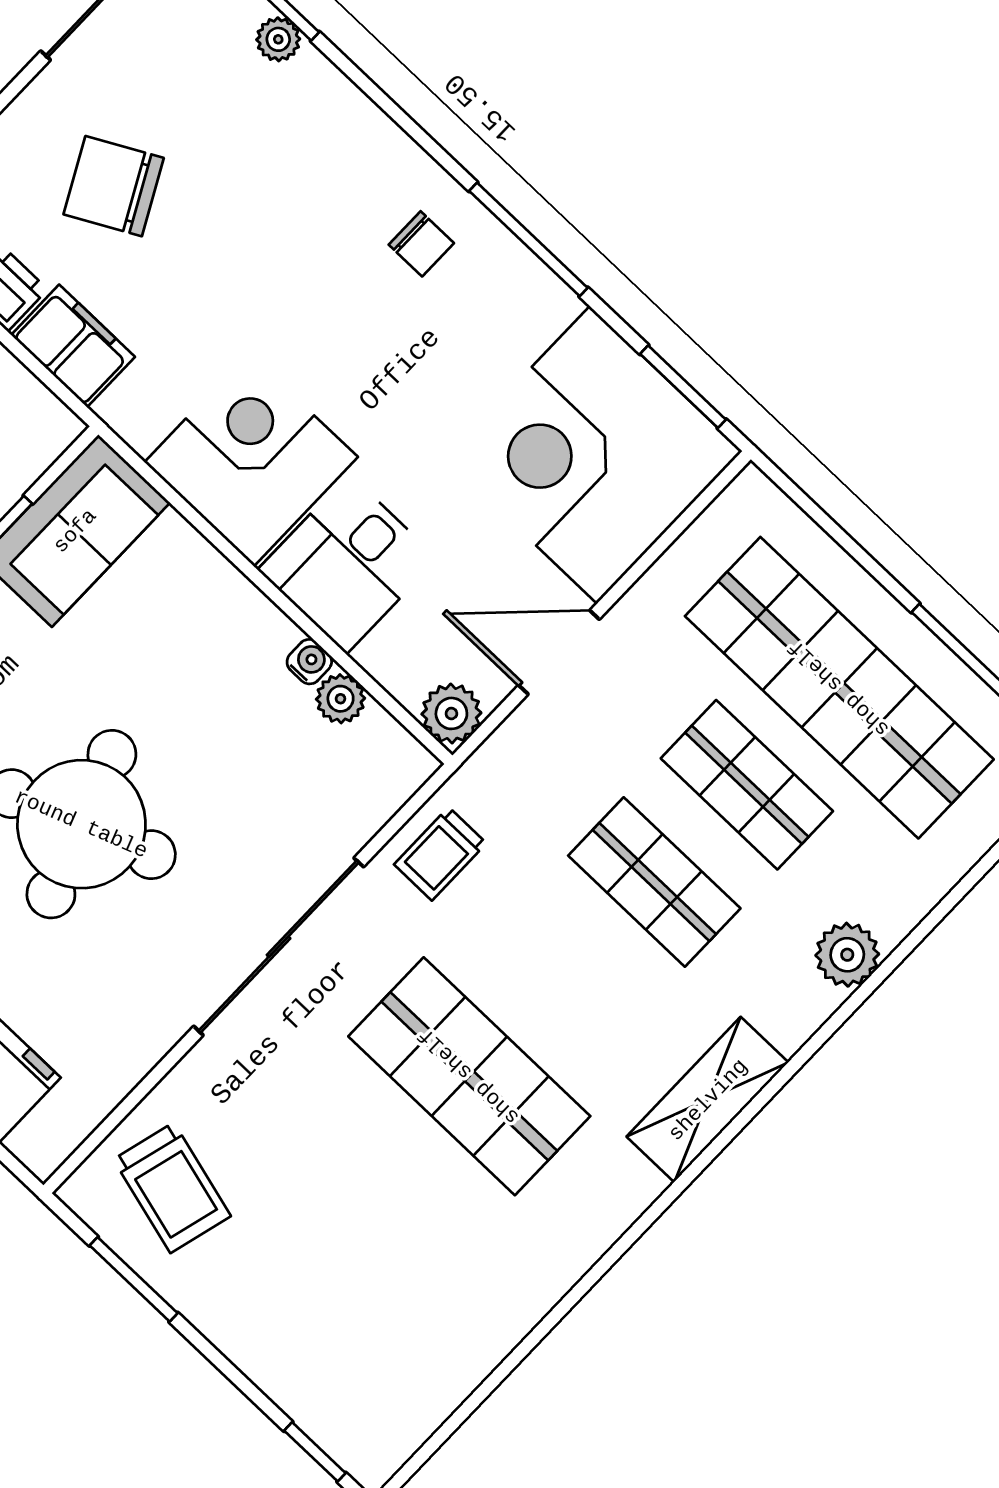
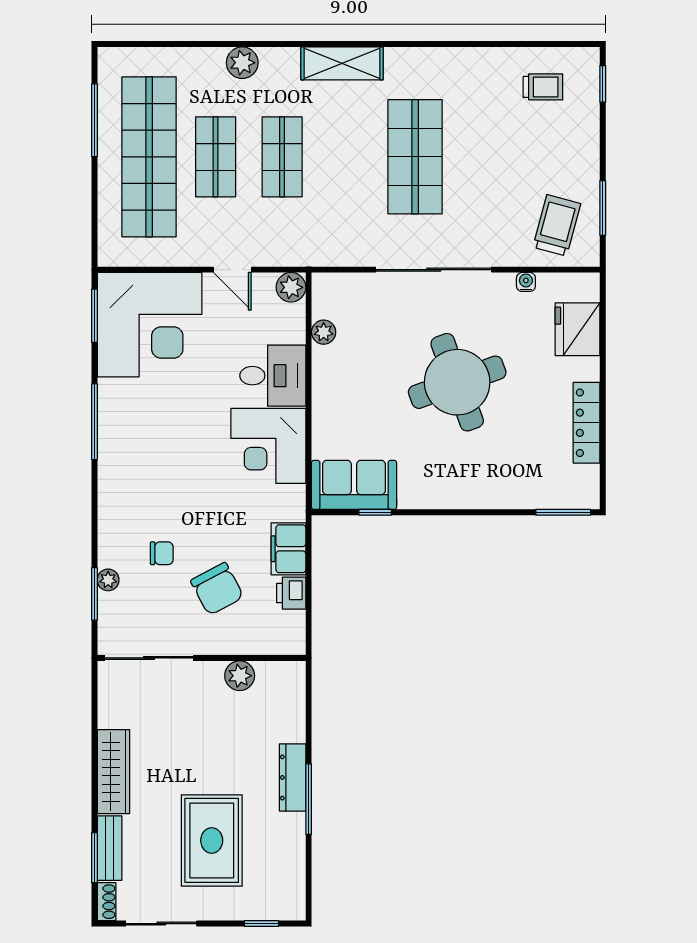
chair: (421, 244) -> (162, 553), moved, turned 90
door: (559, 652) -> (232, 270), width x0.73
water cooler: (309, 662) -> (526, 282), moved, turned 90
trolley: (440, 854) -> (543, 87), moved

